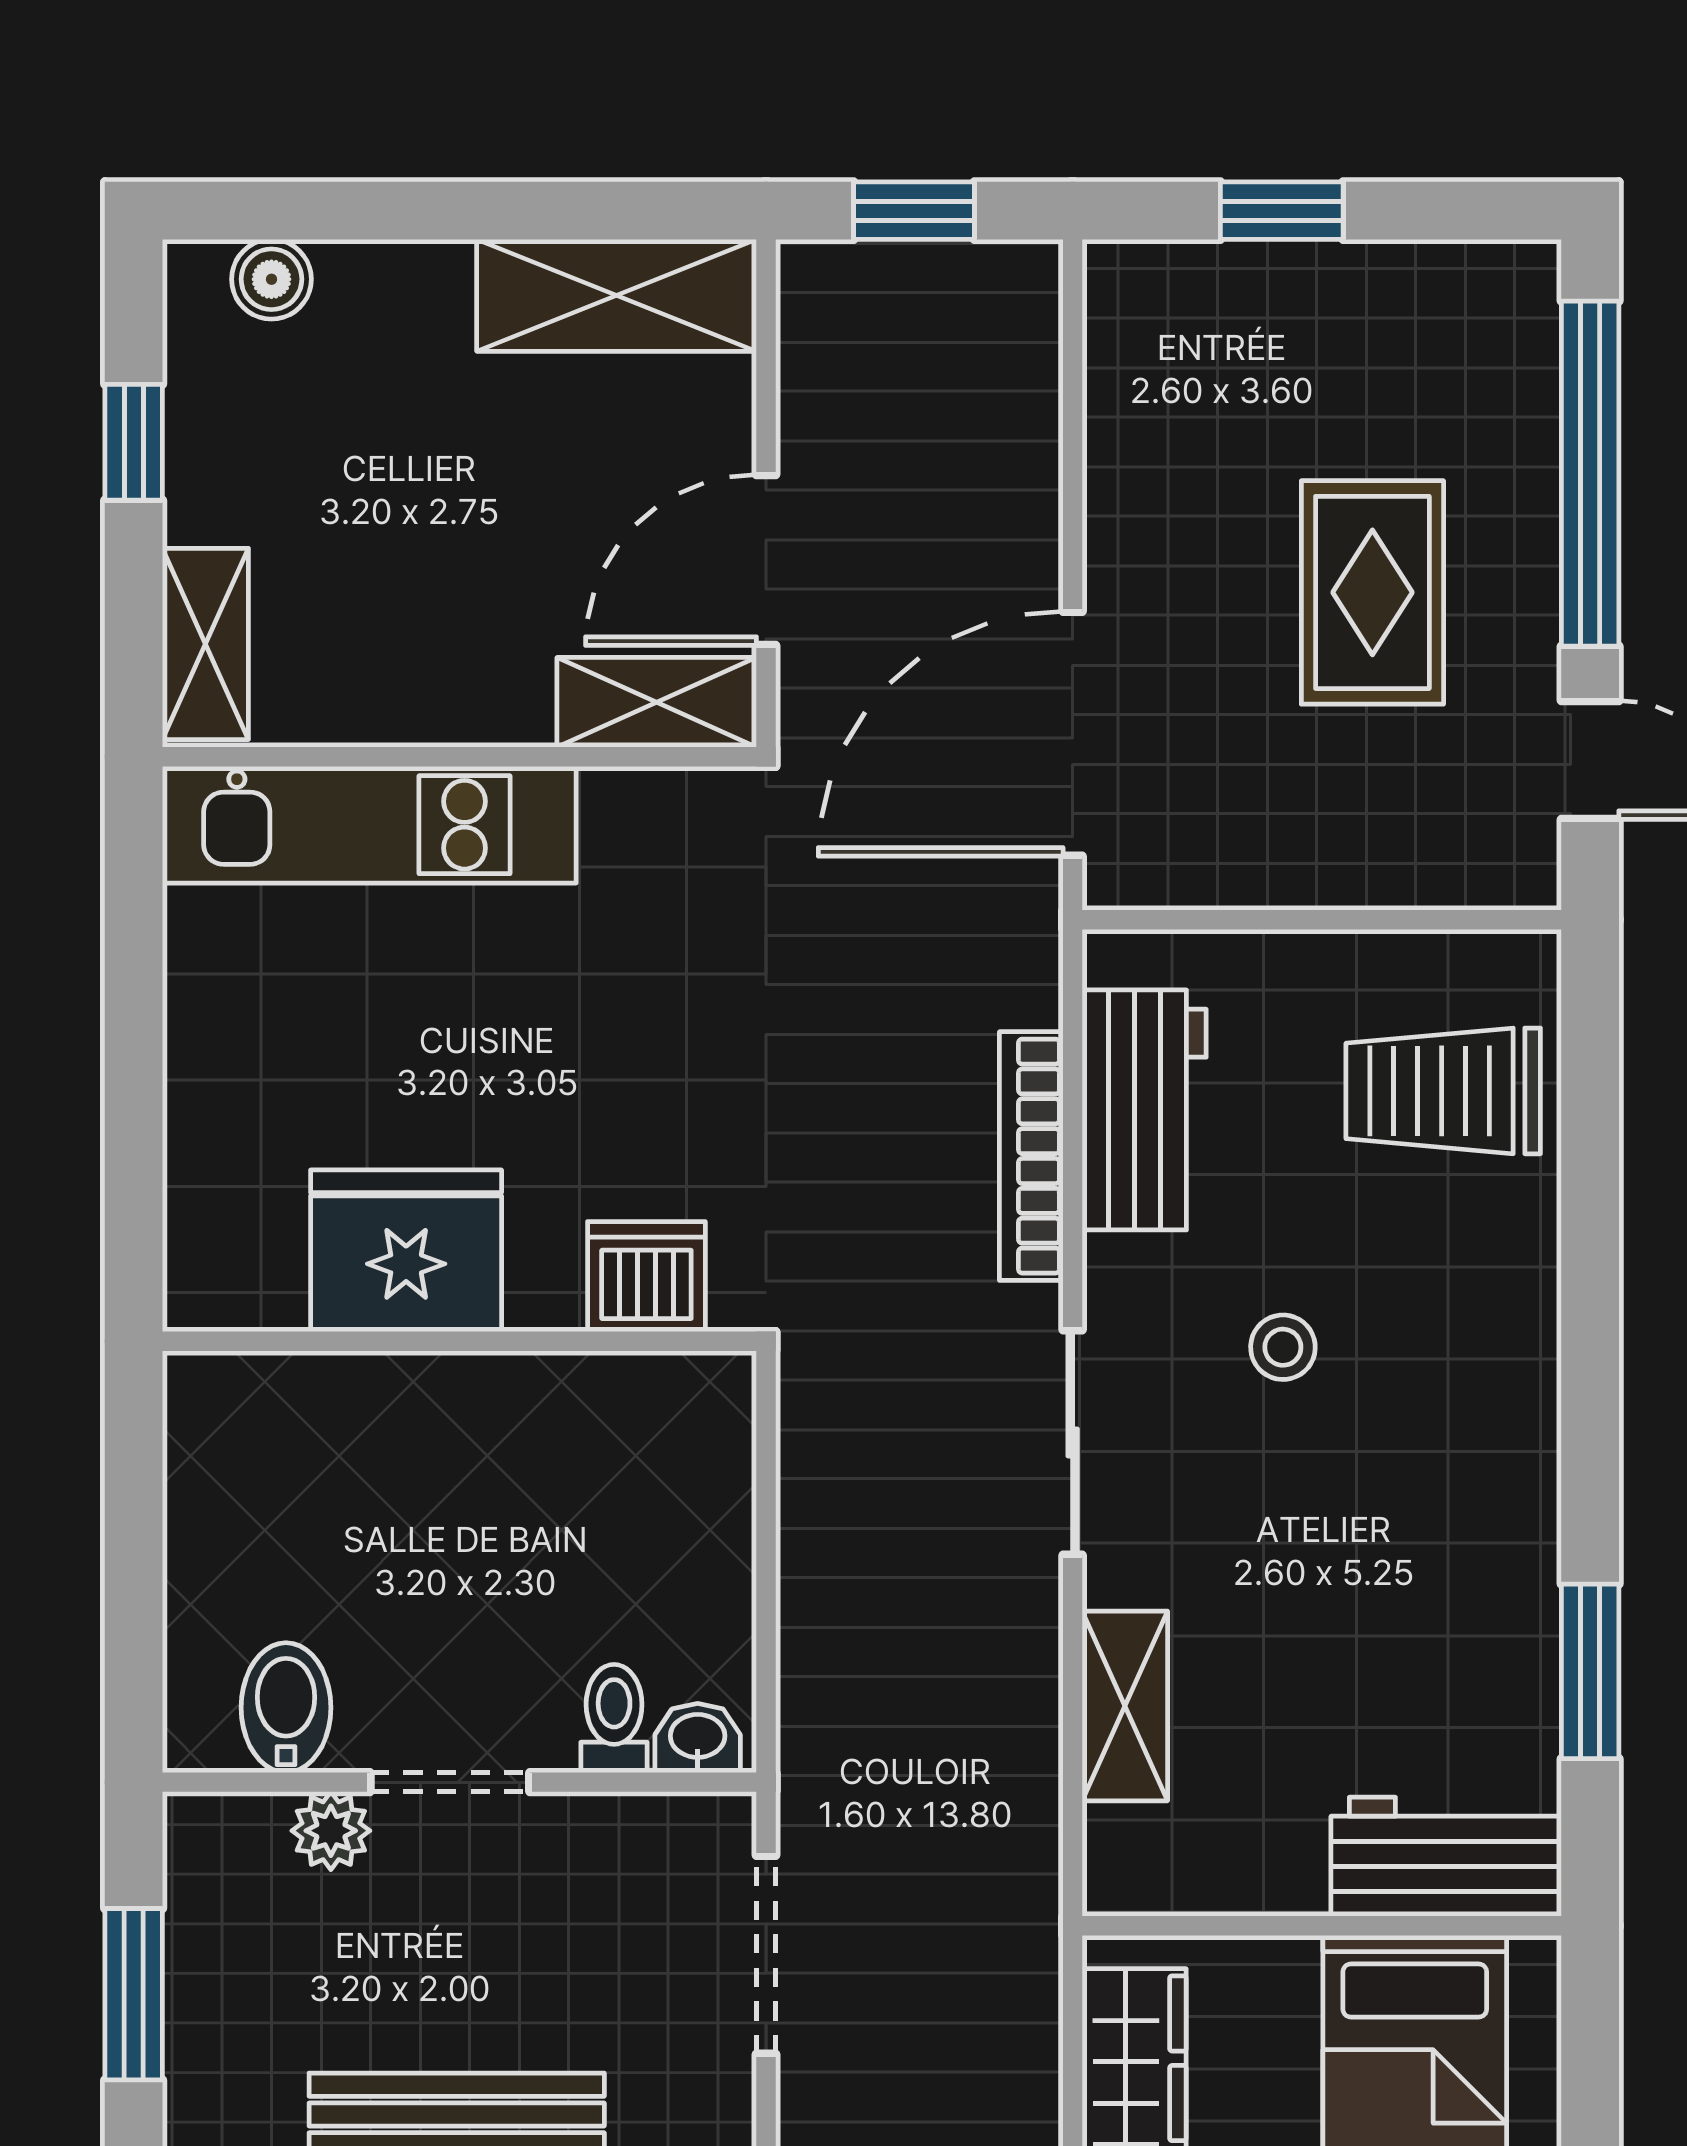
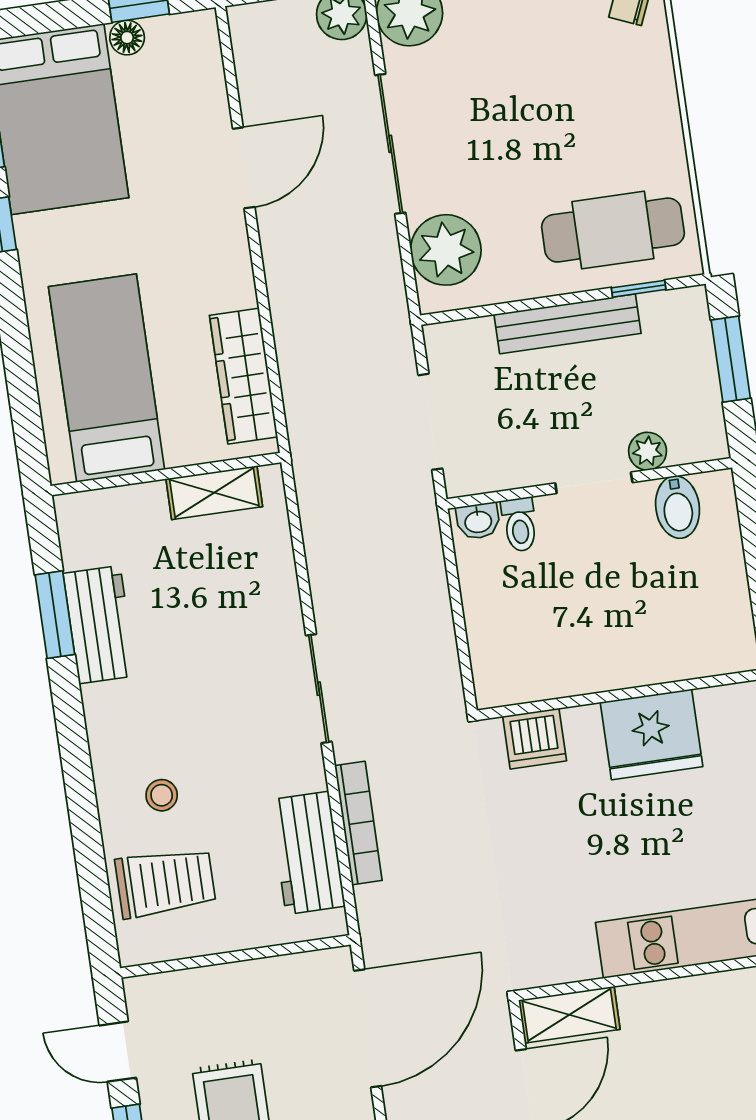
stool: (1283, 1347) -> (162, 795), moved
shelving: (1125, 1706) -> (214, 493), moved, turned 90
workbench: (1446, 1857) -> (99, 625), moved, turned -90

